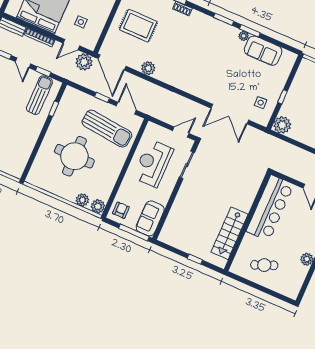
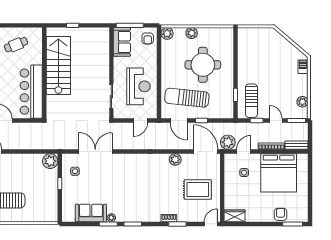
door: (181, 132) -> (140, 121), moved
plant: (82, 200) -> (192, 33), moved
stairs: (230, 233) -> (58, 66), width x1.36, depth x1.51

